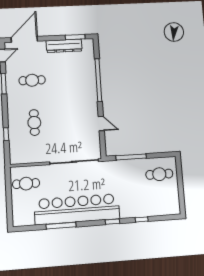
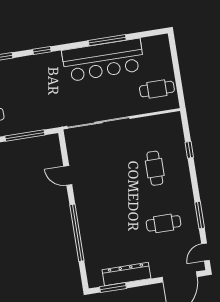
bar counter: (77, 209) -> (103, 60), width x0.73

